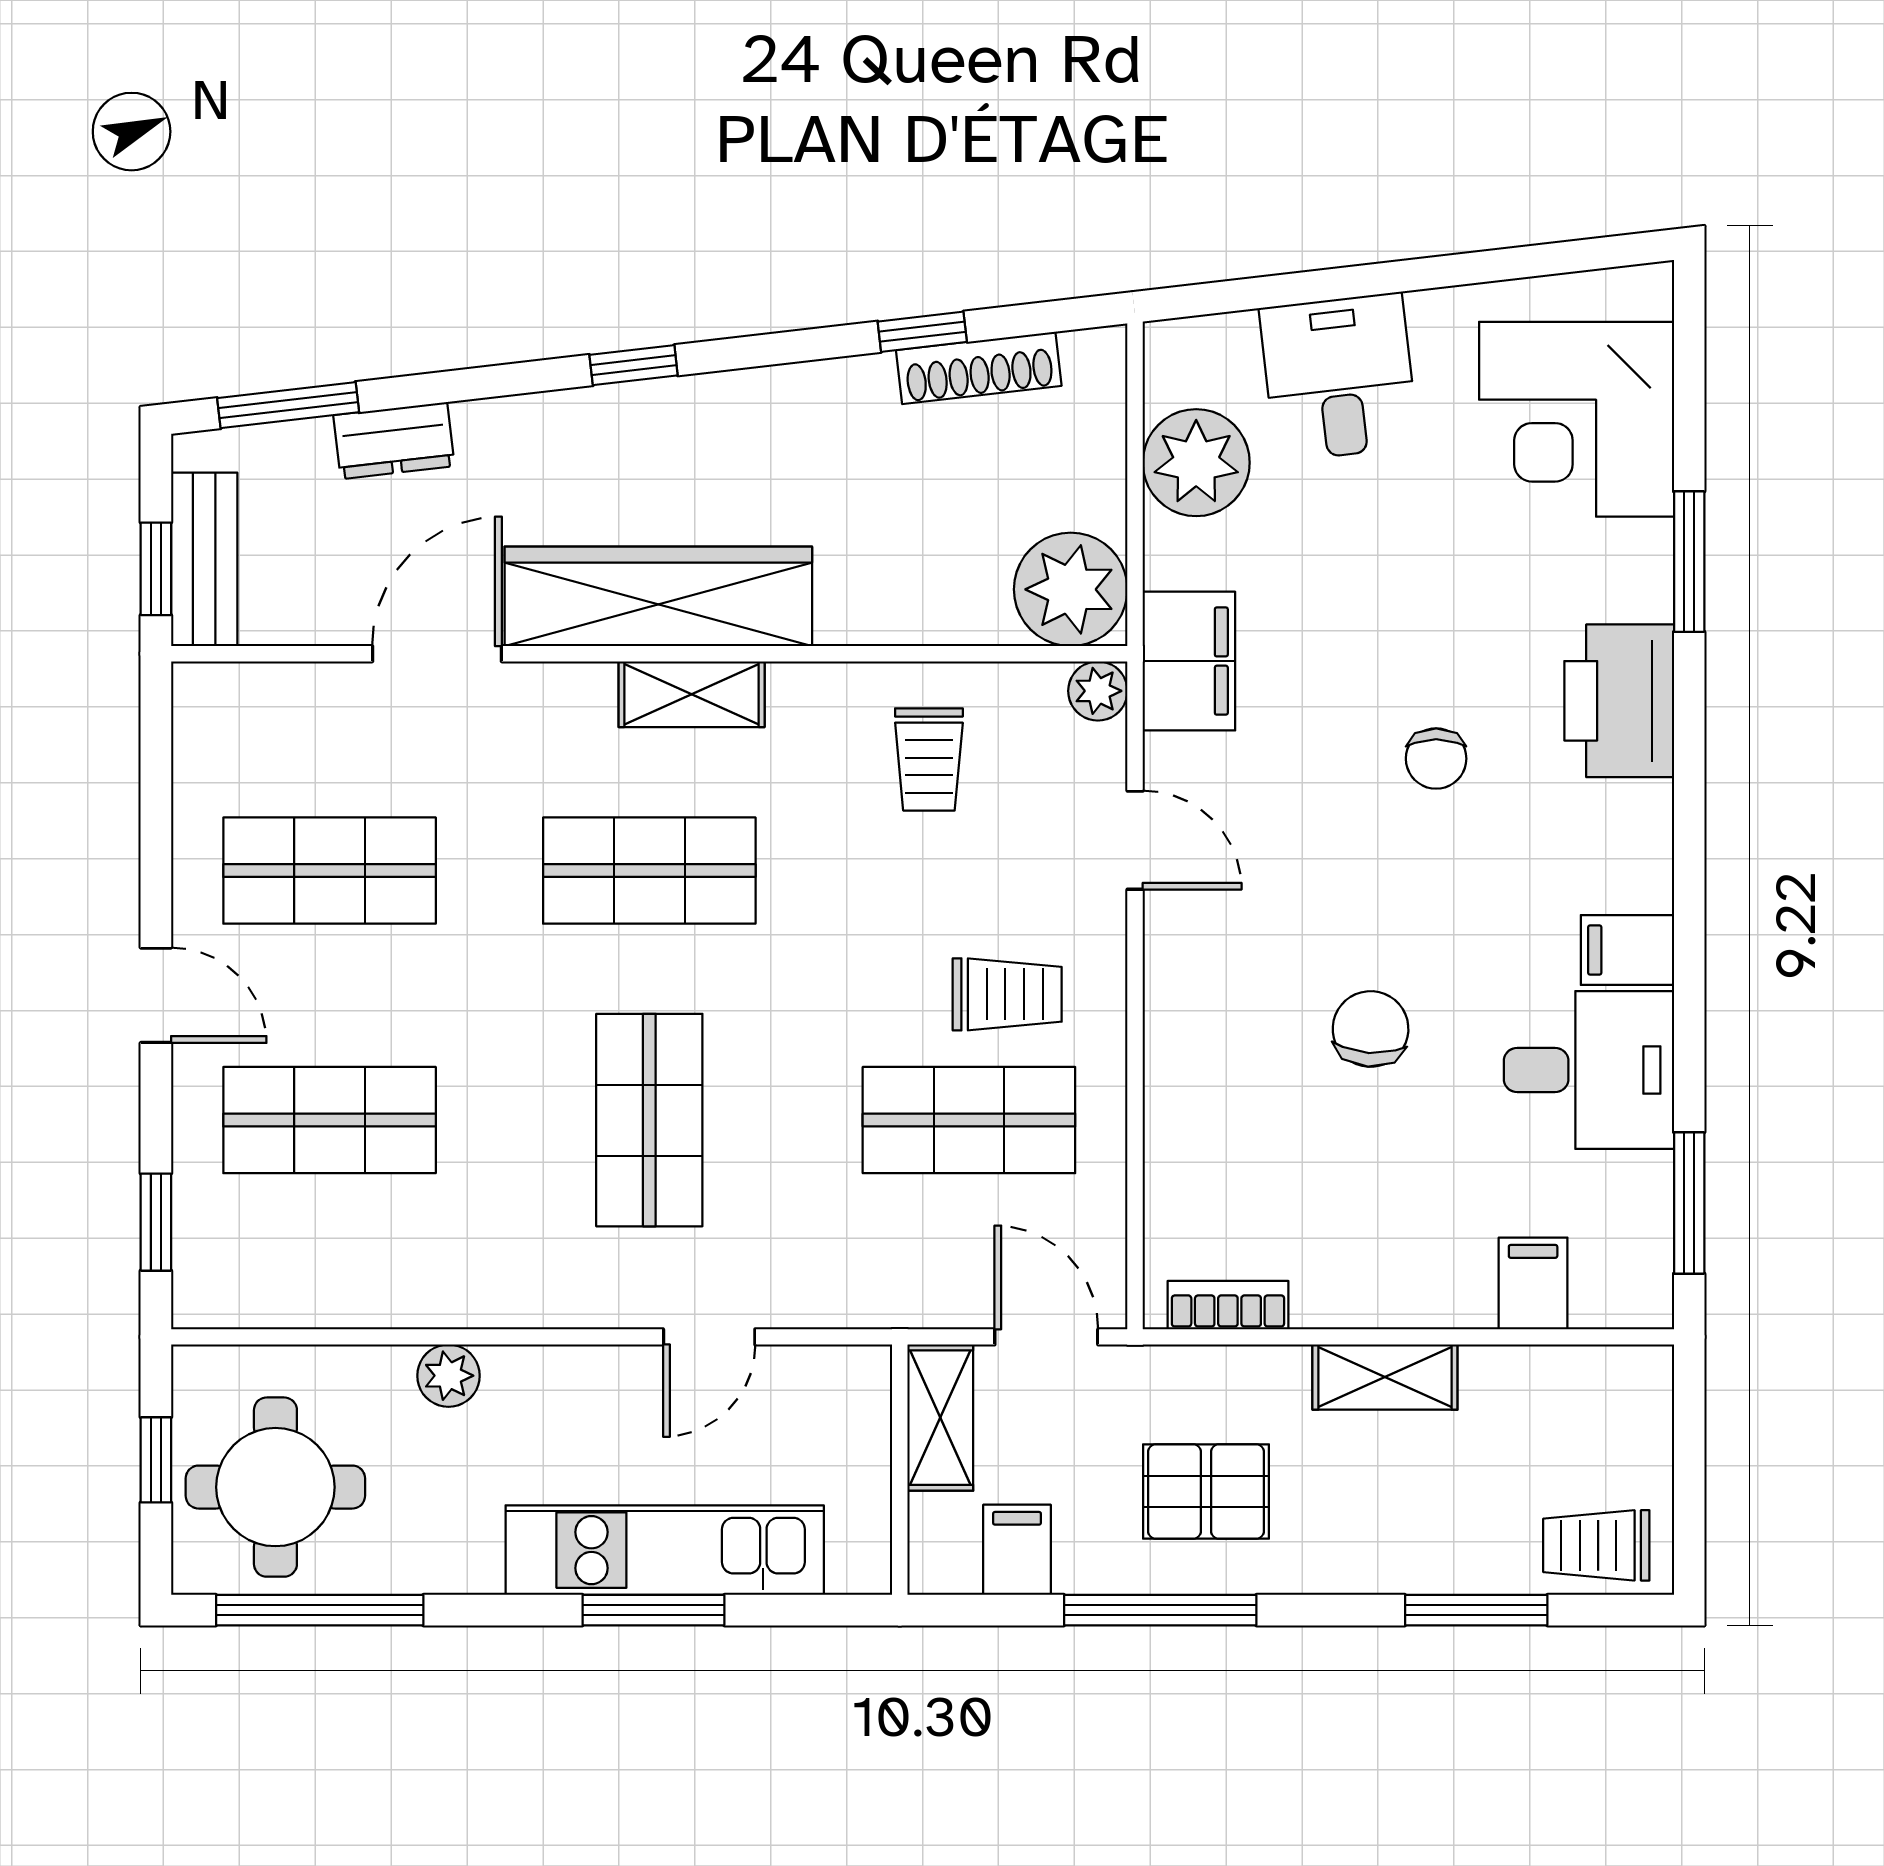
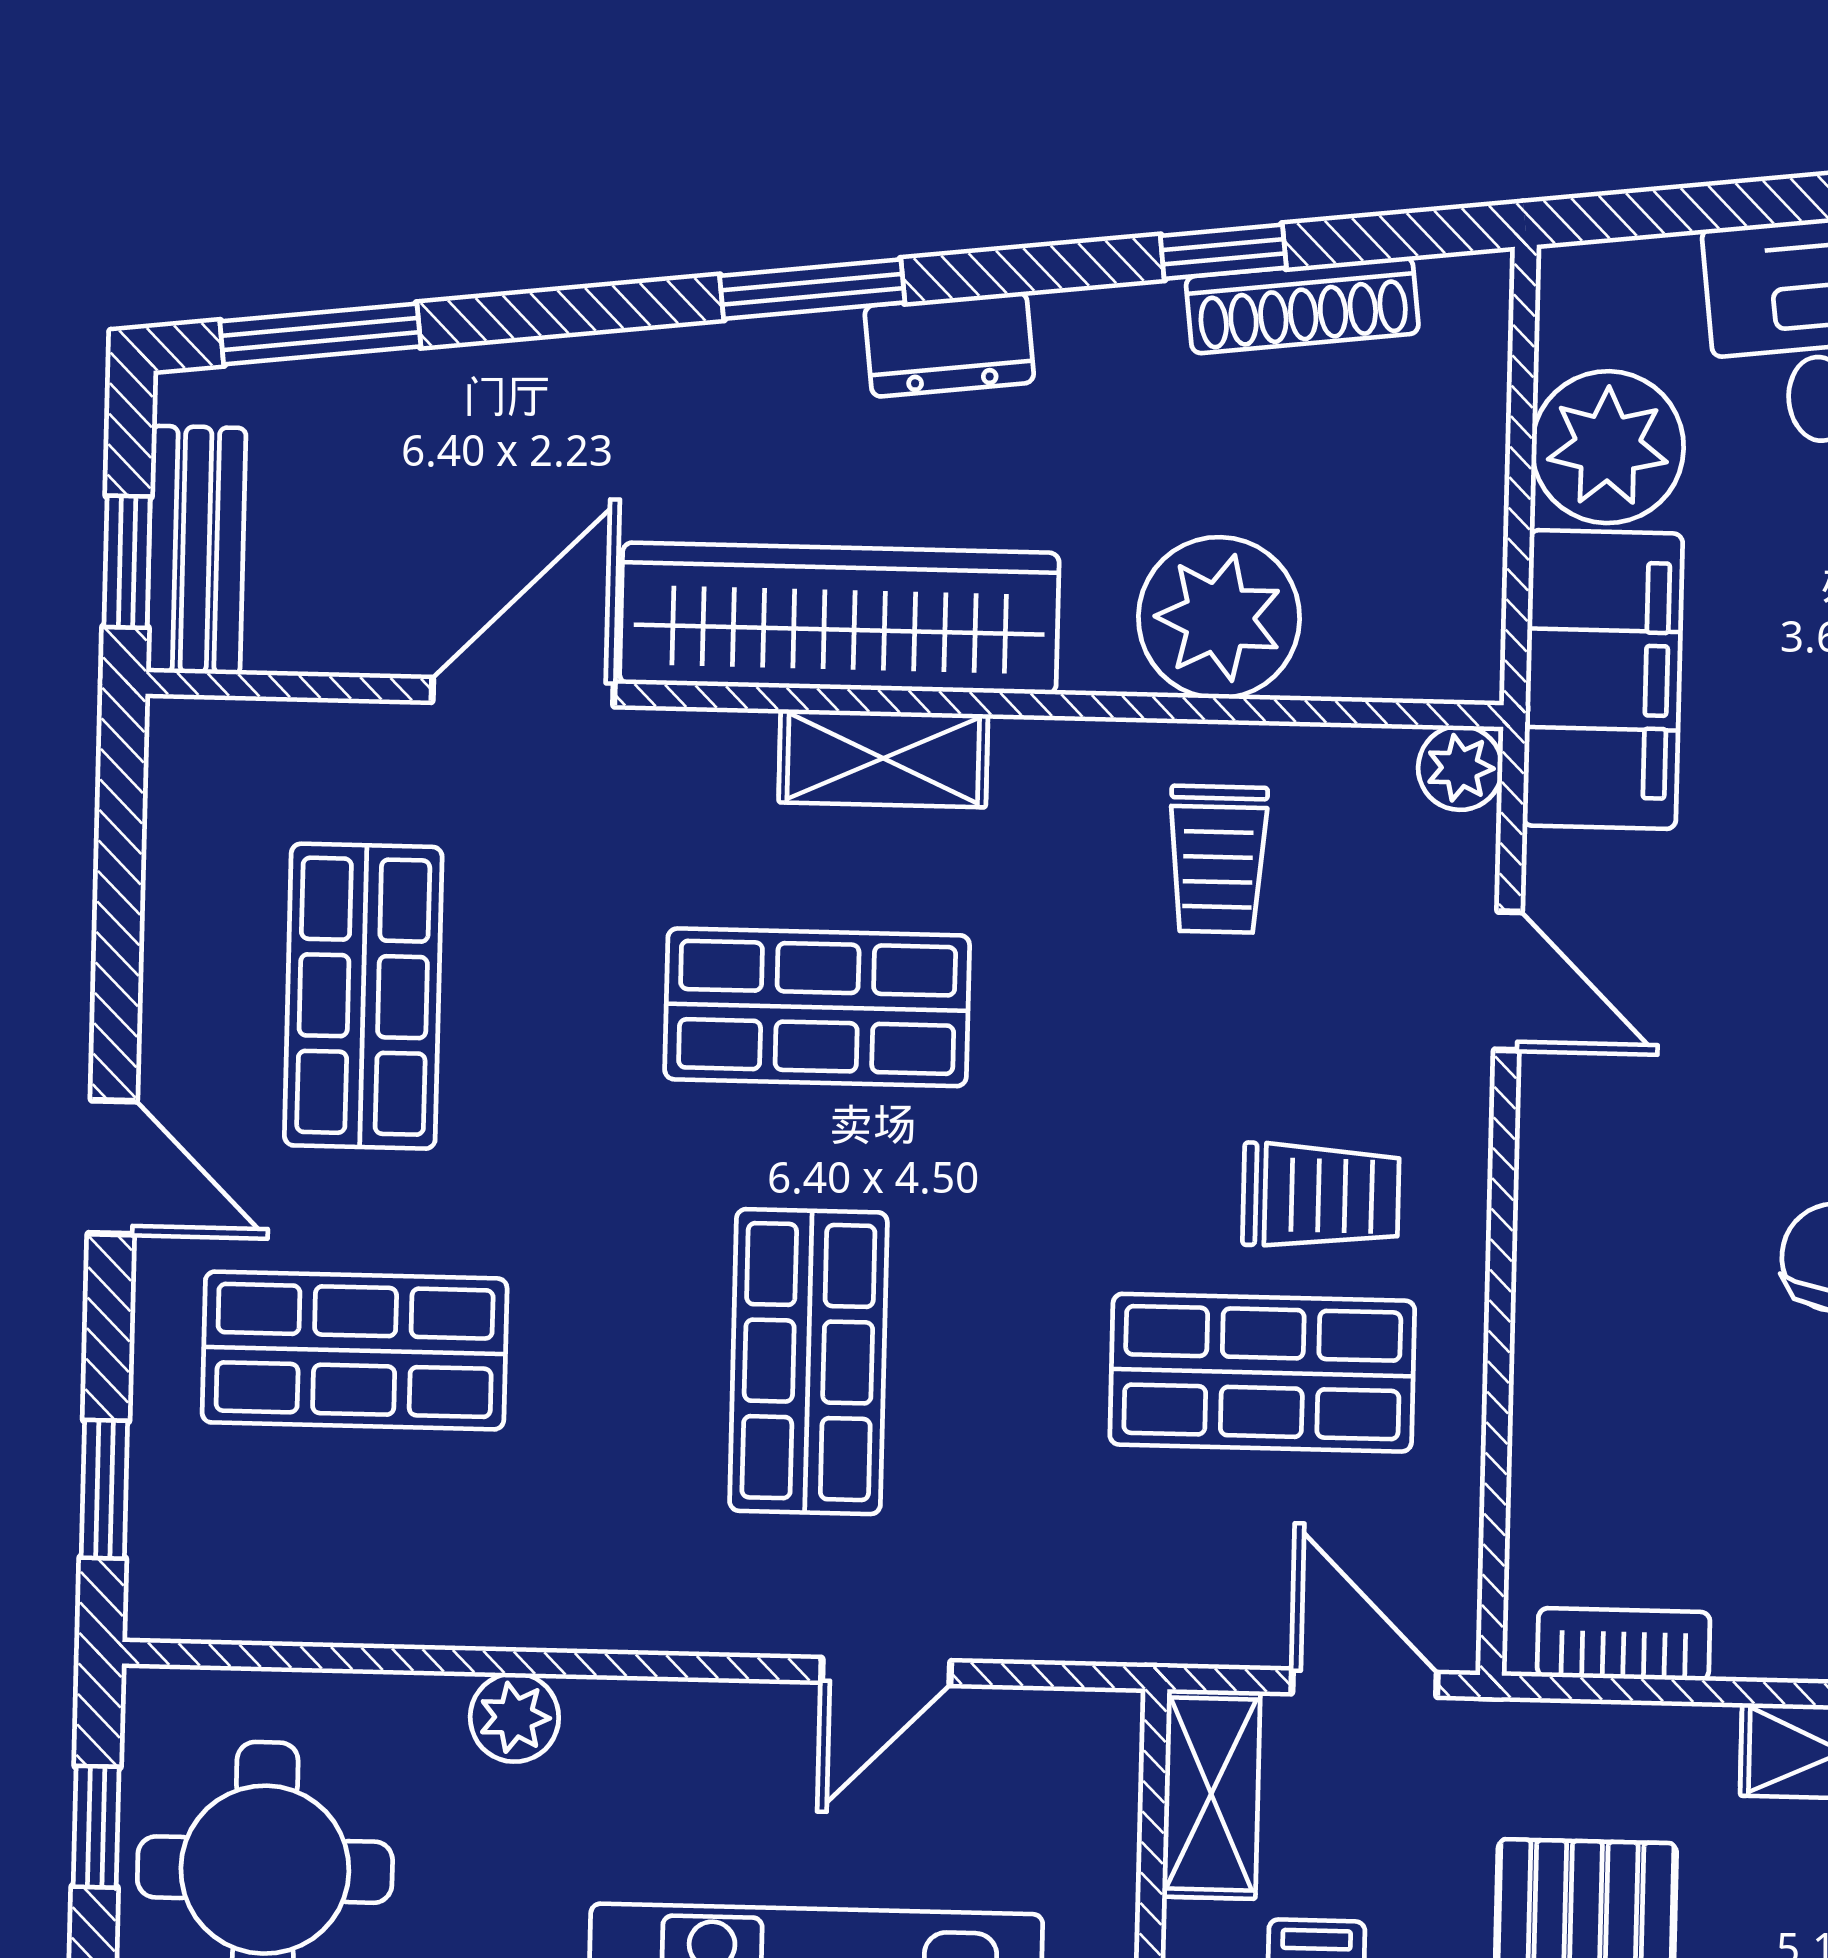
window: (634, 365) -> (812, 289), width x1.50
dresser: (394, 441) -> (949, 344), moved
plant: (1071, 589) -> (1219, 618), moved
filing cabinet: (1189, 661) -> (1603, 680), width x1.50, depth x1.17
shop shelf: (330, 871) -> (363, 996), turned 90

